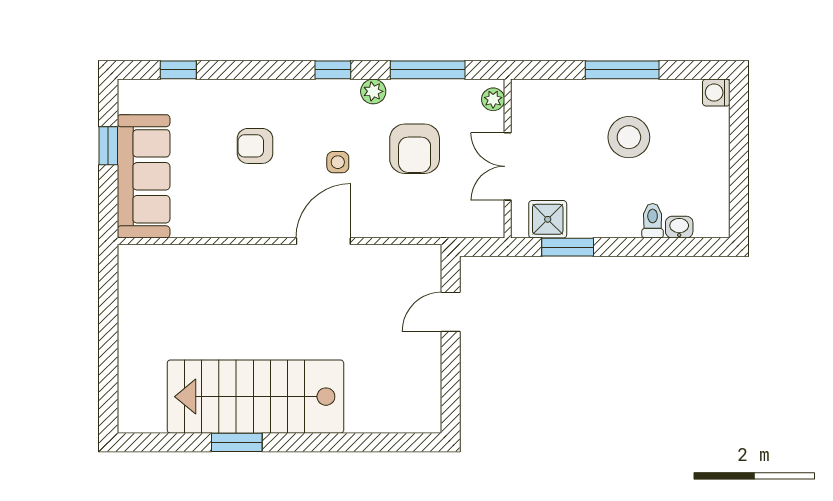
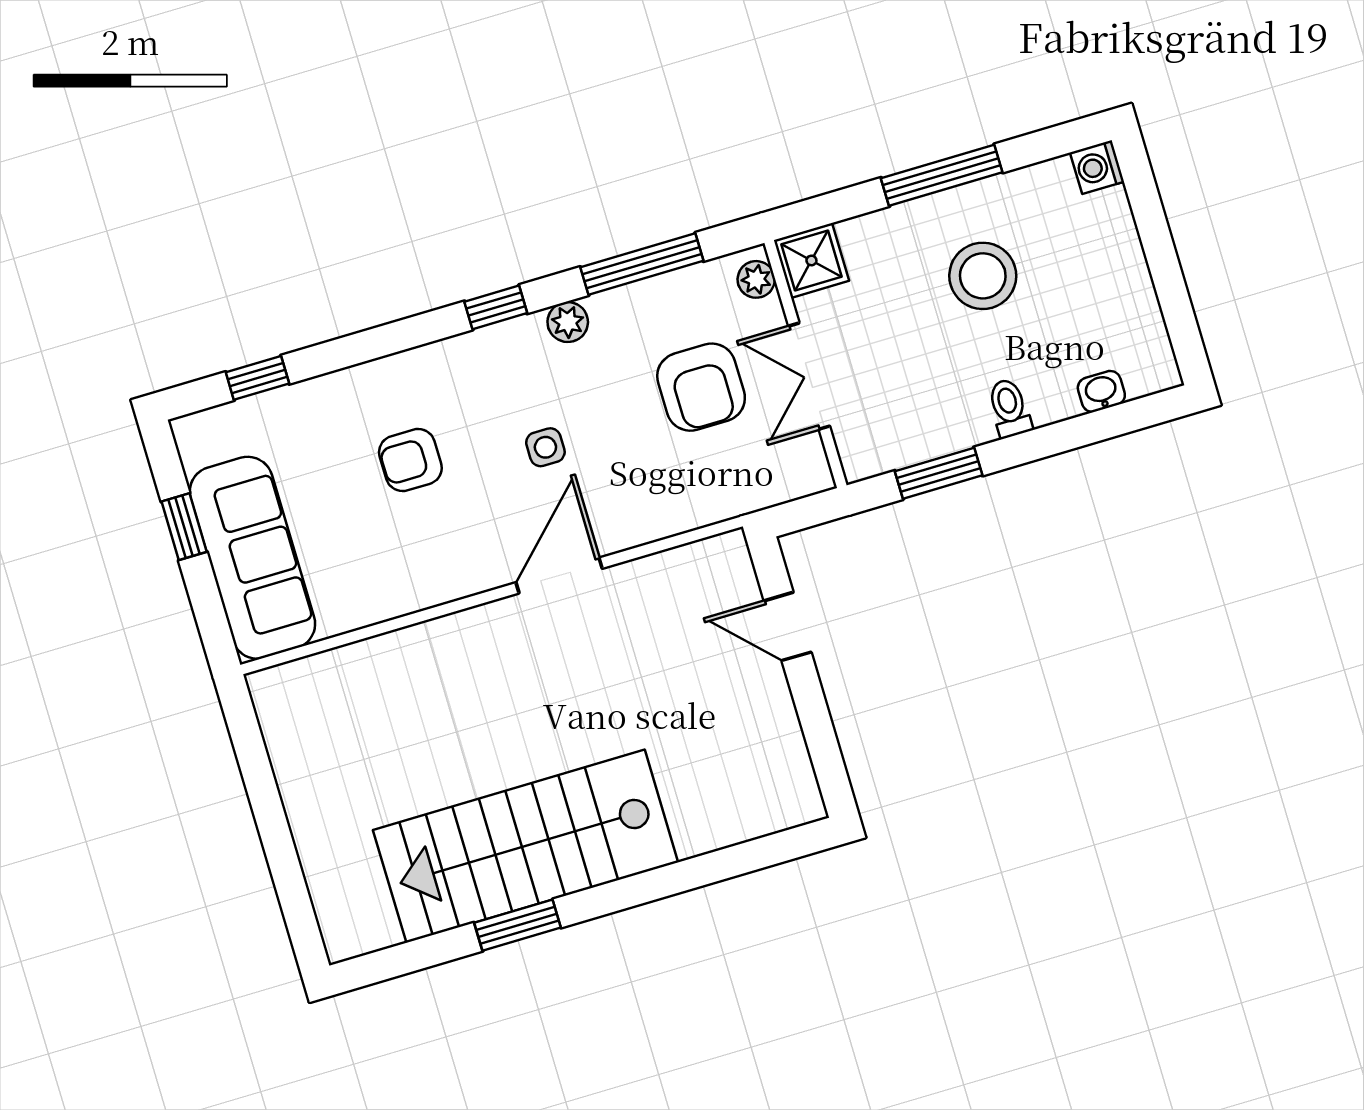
armchair: (415, 149) -> (701, 387), moved
shower: (548, 219) -> (811, 260), moved
toilet: (653, 221) -> (1009, 408), moved
door: (451, 312) -> (788, 626), hinge flipped

